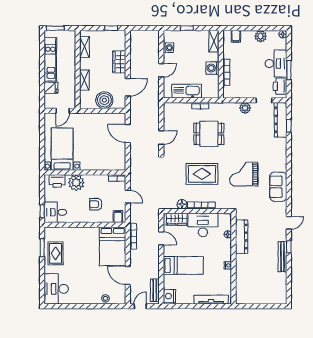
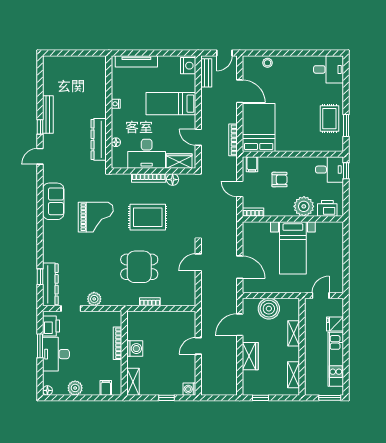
washing machine: (168, 48) -> (189, 389), moved
kitchen sink: (187, 91) -> (167, 320), removed
bed with nightstands: (62, 149) -> (293, 248), moved
desk: (56, 289) -> (329, 69), width x0.73

